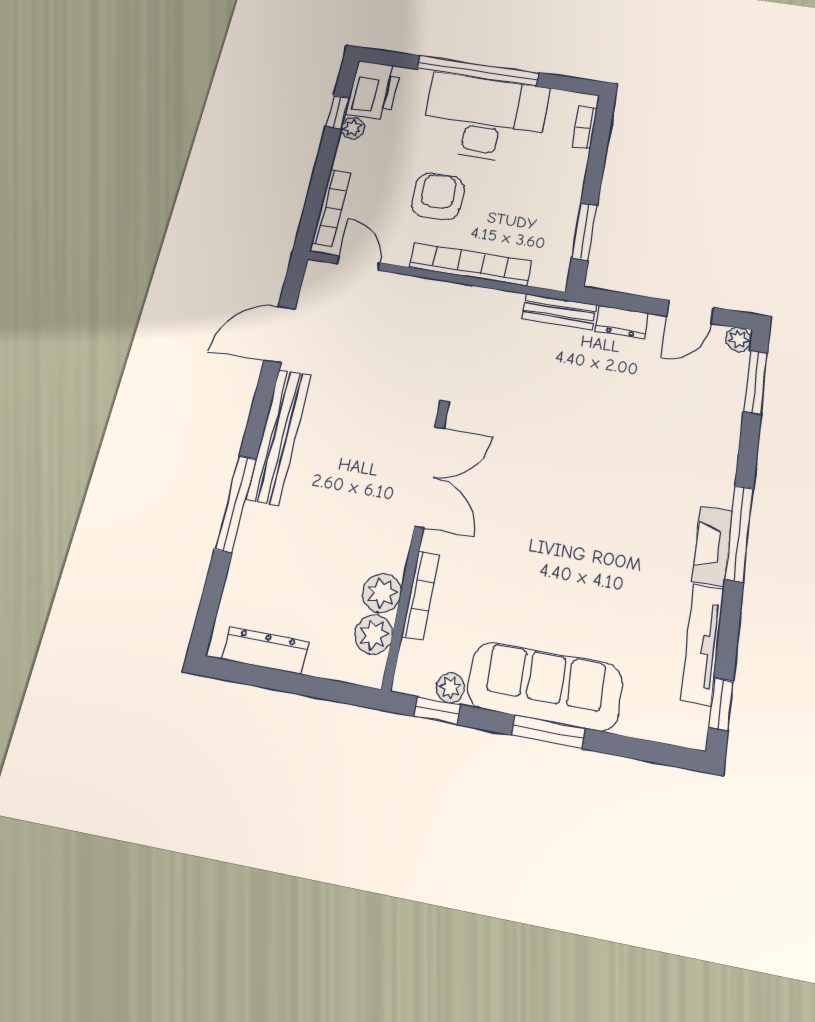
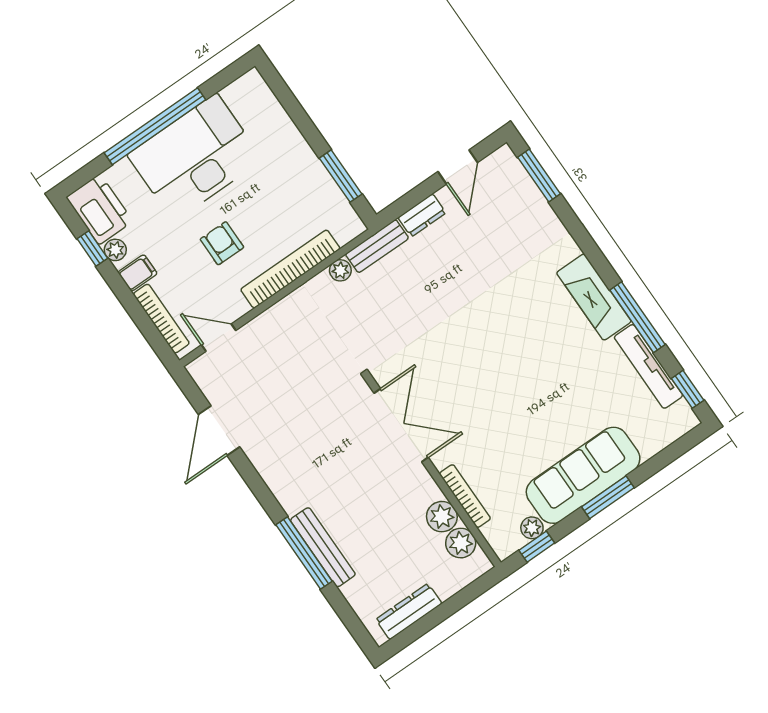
bookcase: (585, 127) -> (268, 100), removed
filing cabinet: (351, 159) -> (138, 273), added
armchair: (438, 196) -> (222, 243), width x0.72, depth x0.72
plant: (738, 339) -> (340, 270), moved
bench: (279, 436) -> (323, 547), moved, width x0.73, depth x0.82
window: (739, 533) -> (638, 317), moved
fireplace: (712, 546) -> (594, 297), width x1.37, depth x1.32

